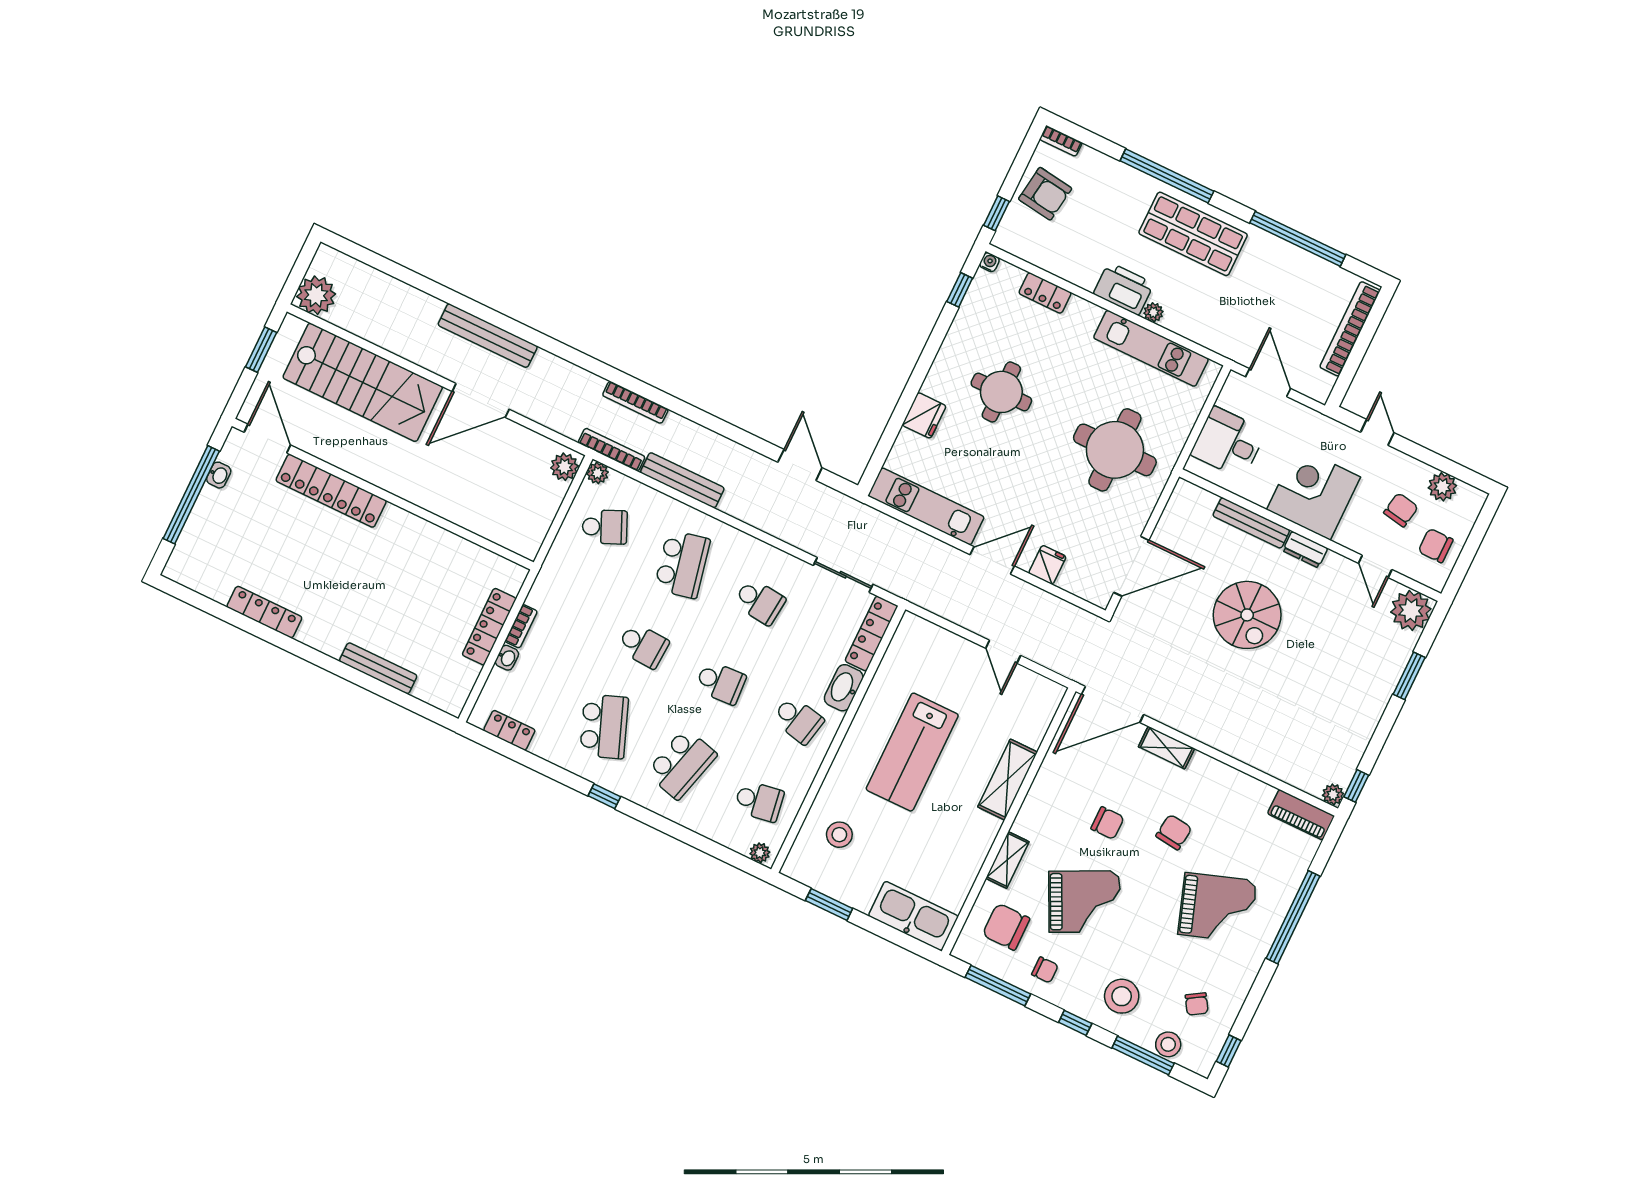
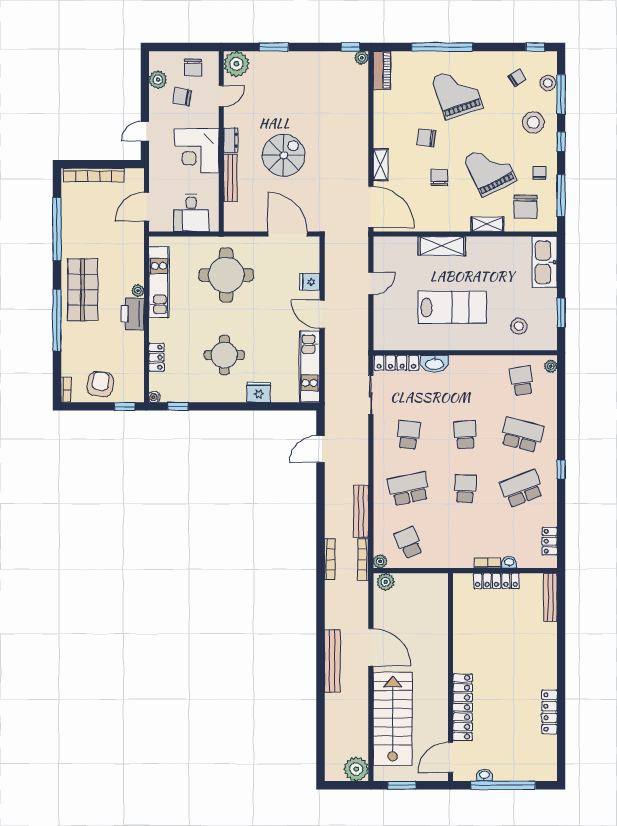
bench: (378, 668) -> (550, 597), moved
school desk: (798, 720) -> (465, 381), removed

